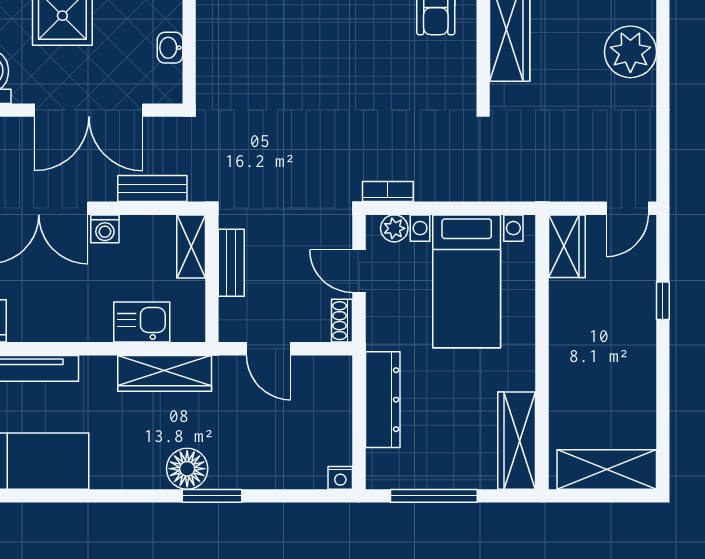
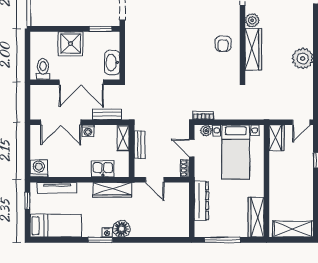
washbasin: (170, 48) -> (112, 63), width x1.91, depth x1.45
nightstand: (340, 478) -> (107, 232), moved
window: (212, 496) -> (100, 240), moved

